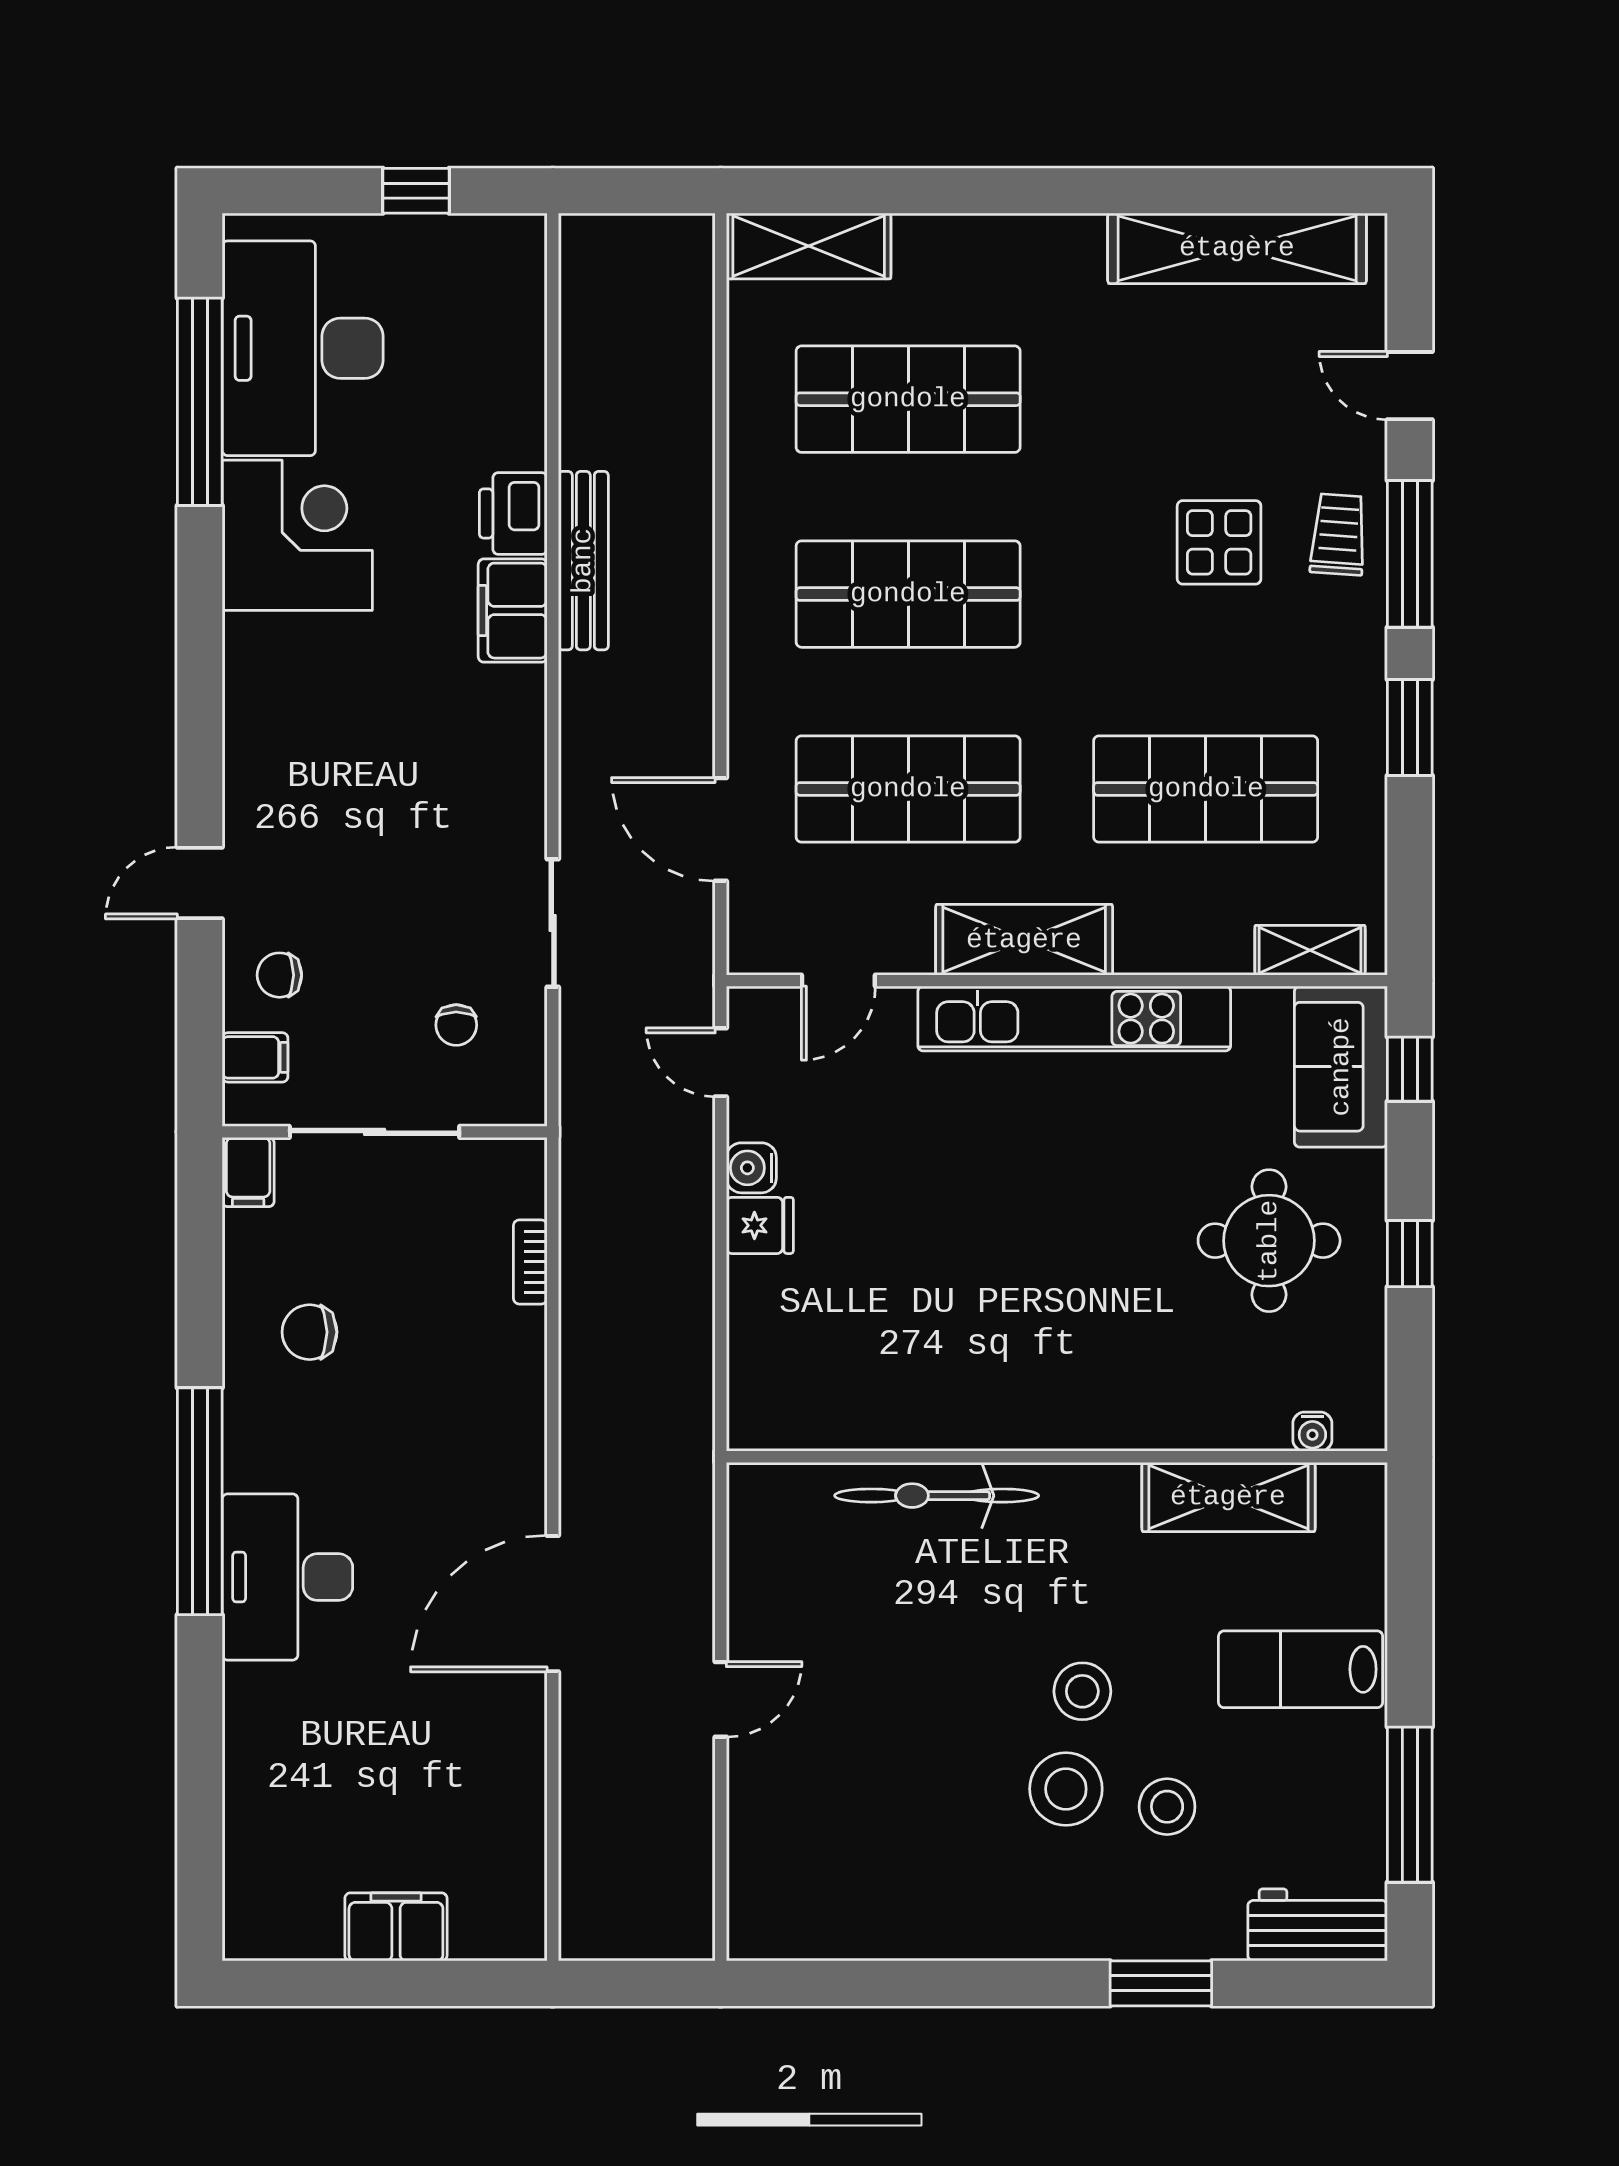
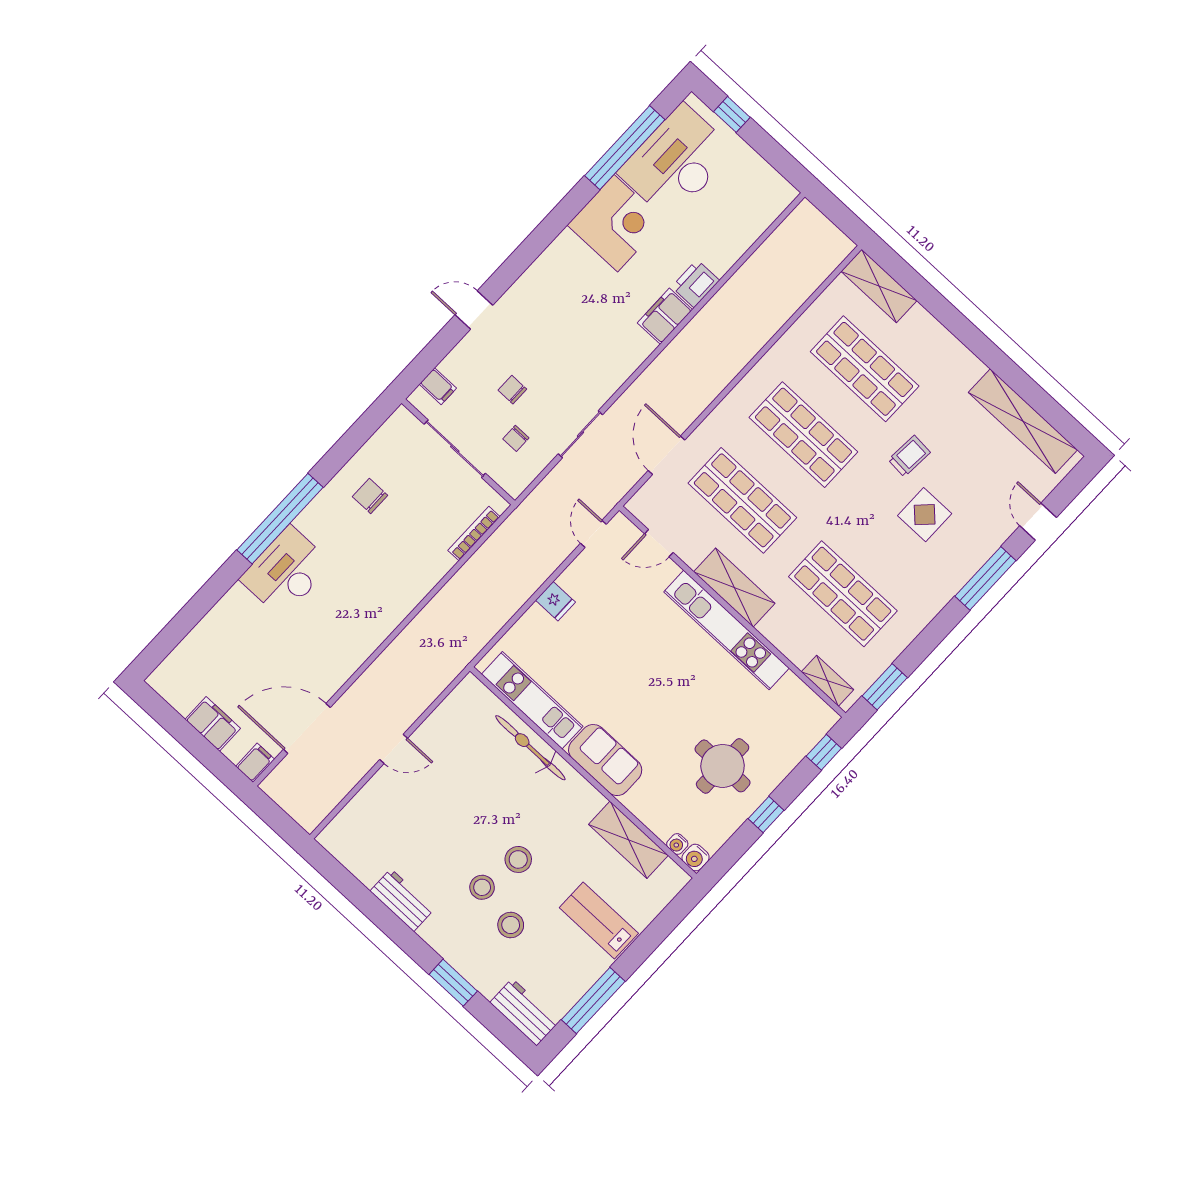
window: (416, 191) -> (732, 114), moved
trolley: (1338, 534) -> (909, 456), moved
bench: (583, 561) -> (704, 321), removed
window: (1410, 727) -> (885, 687), moved
chair: (279, 975) -> (512, 390), moved
sofa: (1341, 1067) -> (605, 760), moved, turned 90
water cooler: (751, 1168) -> (696, 858), moved, turned -90
filing cabinet: (248, 1172) -> (255, 763), moved, turned 180
bookcase: (530, 1262) -> (474, 534), width x1.56
kitchen unit: (869, 1418) -> (532, 700), added
door: (553, 1604) -> (307, 728), moved
stool: (1066, 1789) -> (482, 887), width x0.73, depth x0.73
workbench: (958, 1927) -> (402, 900), added

